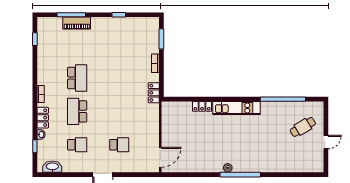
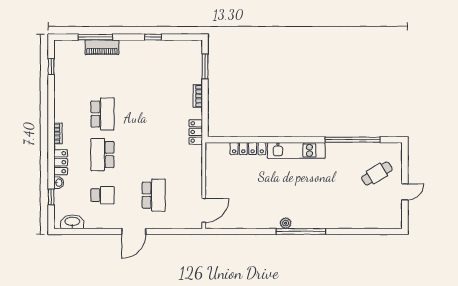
locker: (202, 106) -> (248, 149), width x1.53
school desk: (119, 145) -> (154, 195), width x1.85

